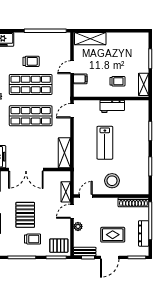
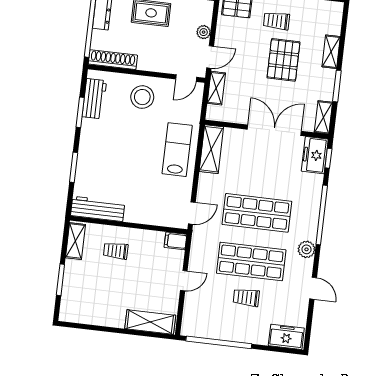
filing cabinet: (80, 79) -> (175, 241), moved
workbench: (112, 106) -> (98, 209), moved, width x1.37
lab bench: (105, 143) -> (177, 150), moved
workbench: (142, 176) -> (94, 99), added

